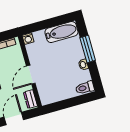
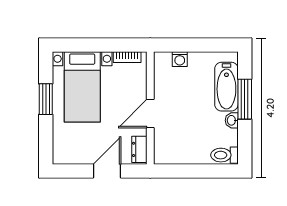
bathtub: (61, 32) -> (226, 87), moved, turned 90
washing machine: (28, 39) -> (180, 59), moved

